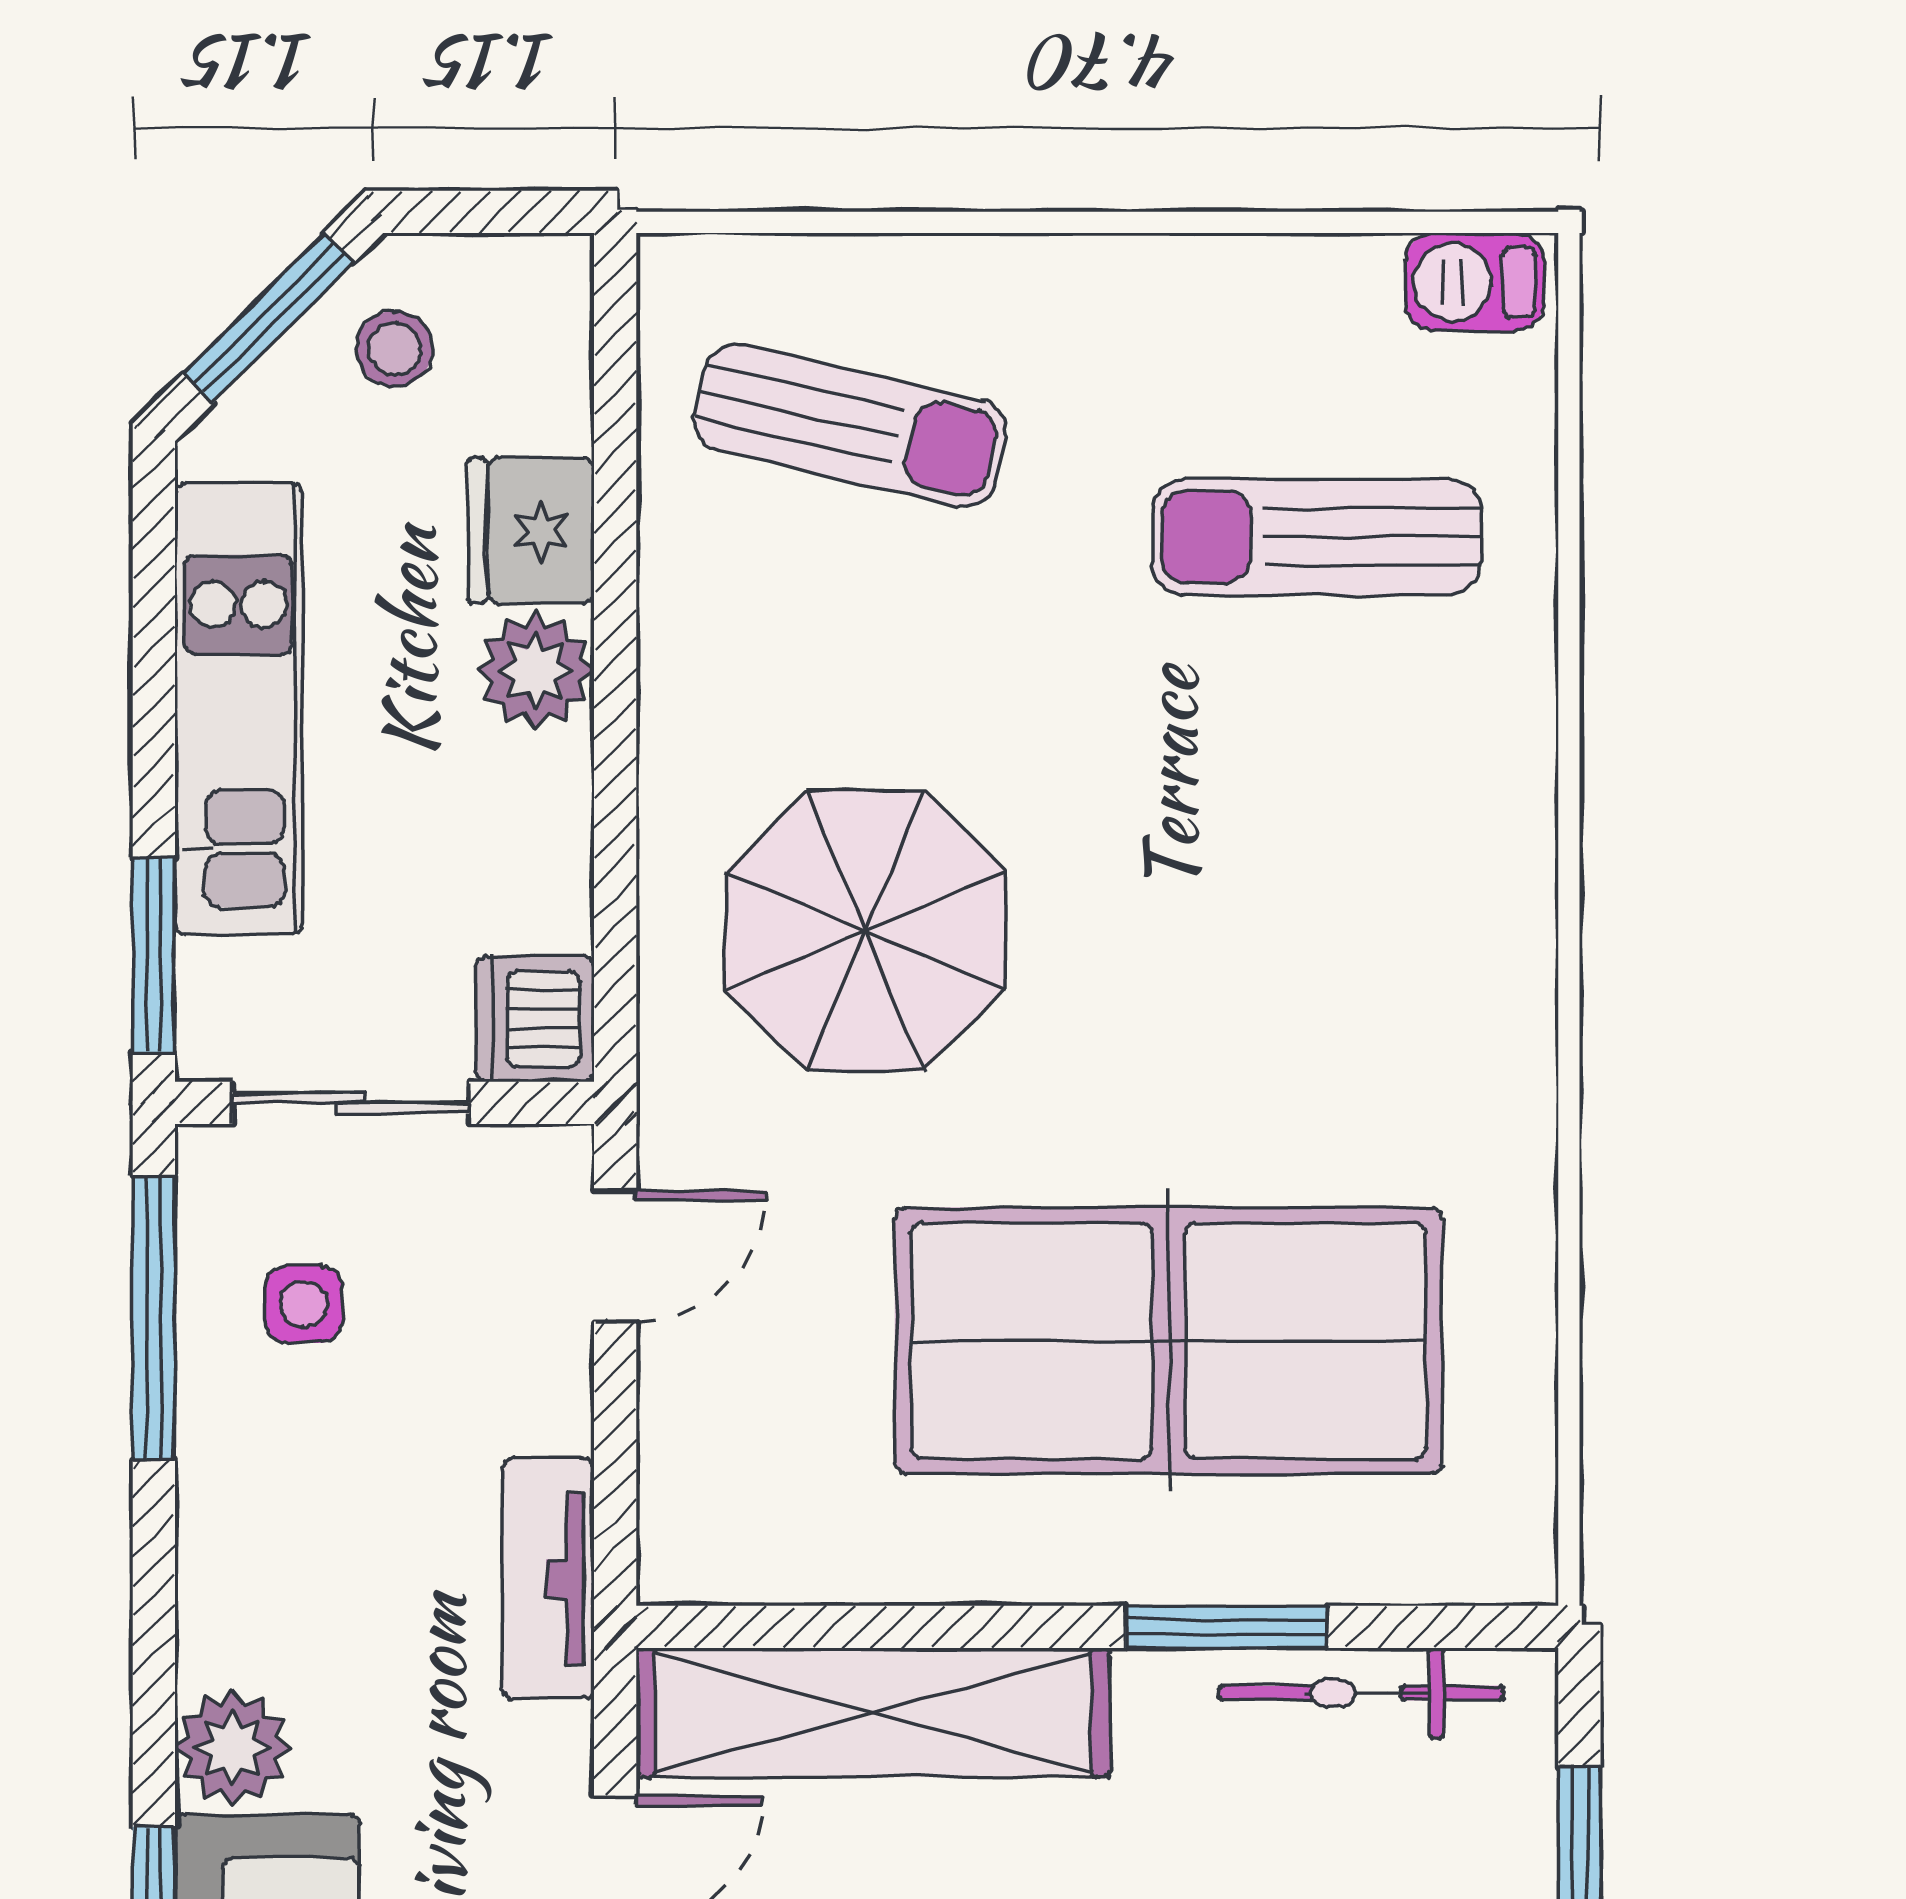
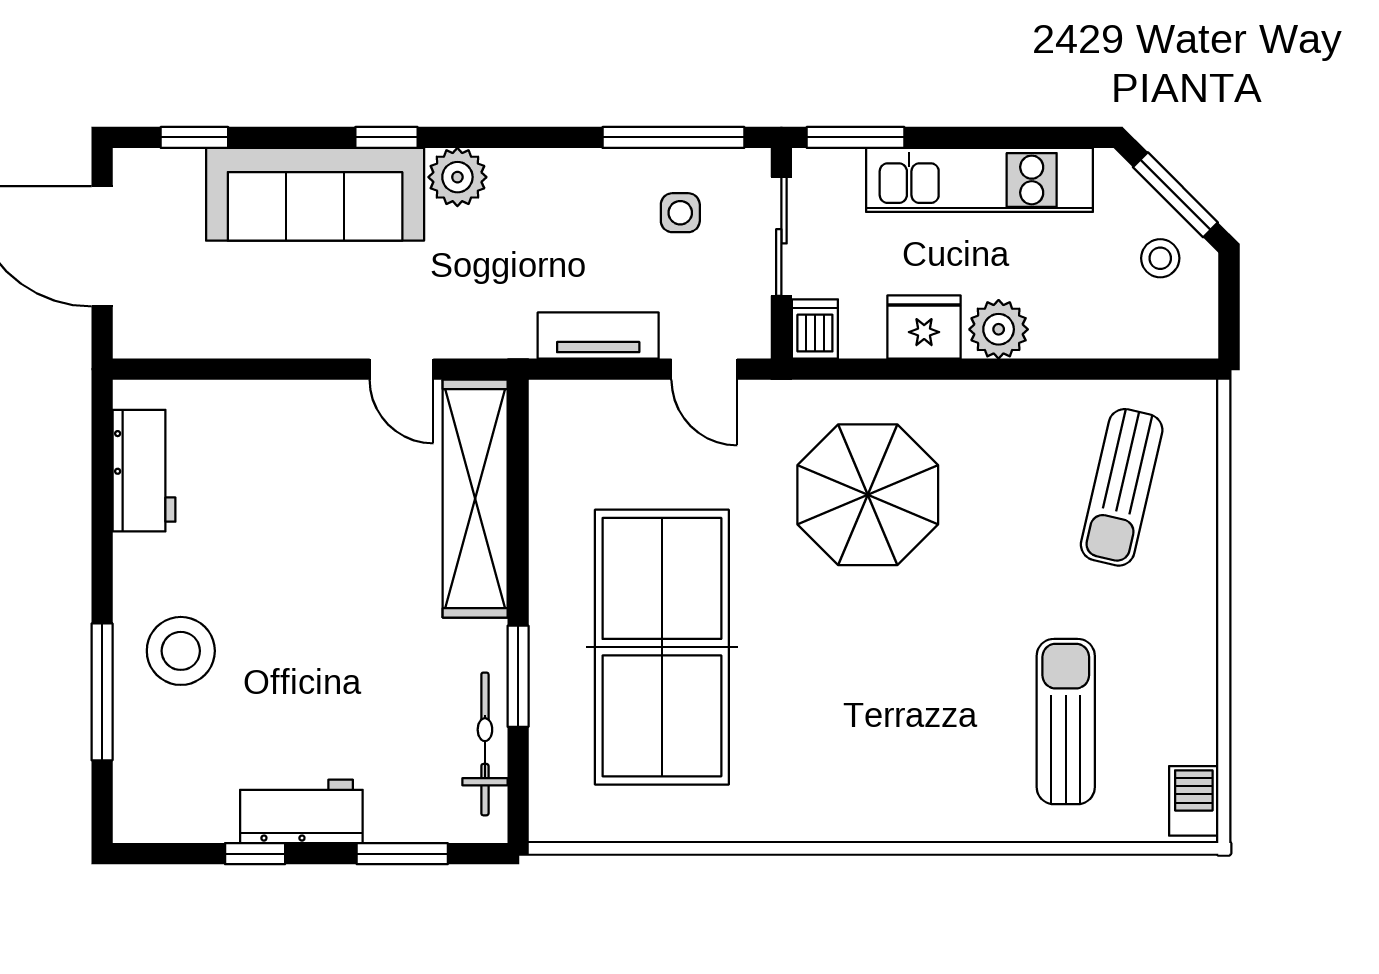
fridge: (531, 531) -> (924, 327), moved
dishwasher: (535, 1019) -> (815, 329), width x0.73
tv unit: (548, 1579) -> (598, 336), moved

